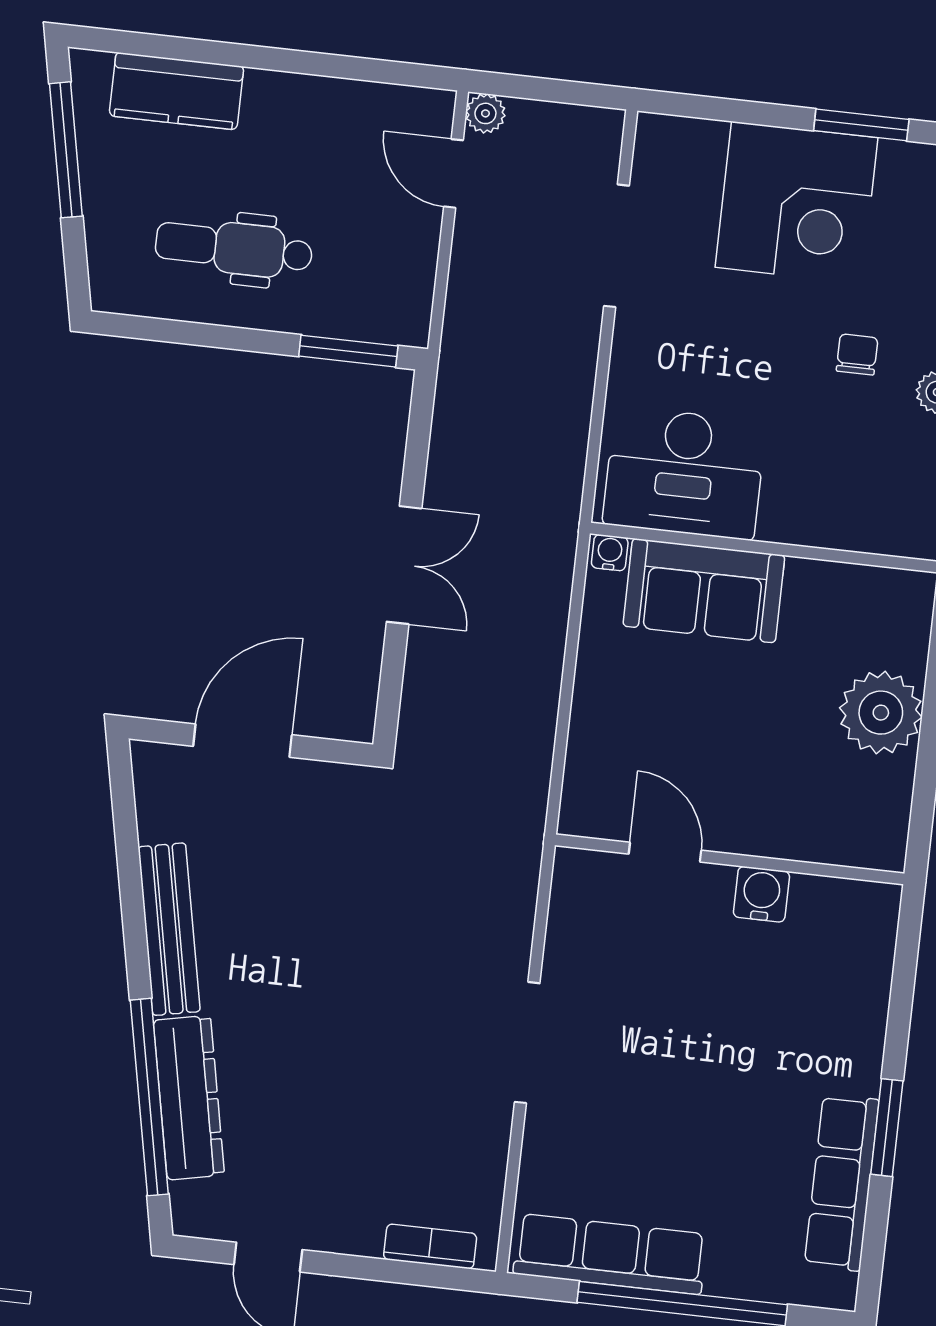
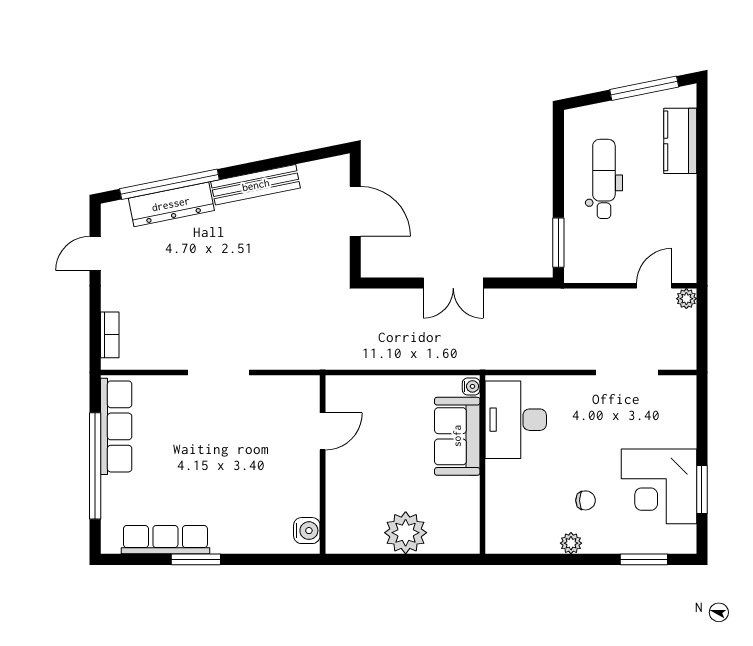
corner desk: (797, 202) -> (659, 486), moved
water cooler: (761, 894) -> (307, 531), moved

